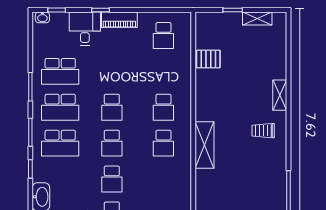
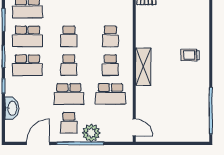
shelving: (280, 95) -> (204, 27), removed
school desk: (112, 179) -> (69, 94), width x1.85
school desk: (163, 179) -> (110, 94), added

